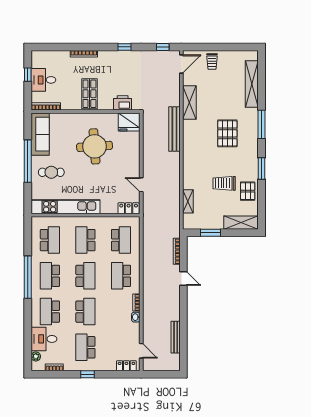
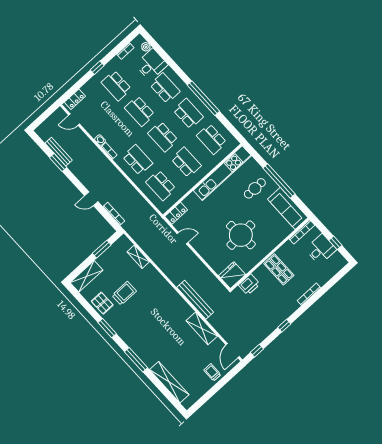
pallet: (227, 133) -> (155, 331), removed
window: (183, 329) -> (58, 163), added
school desk: (85, 347) -> (116, 86), turned 180

